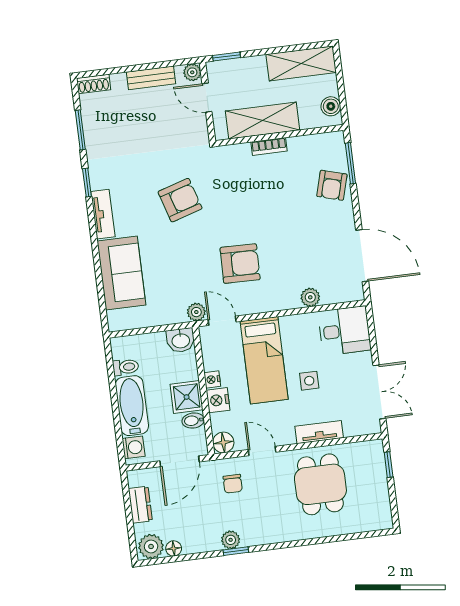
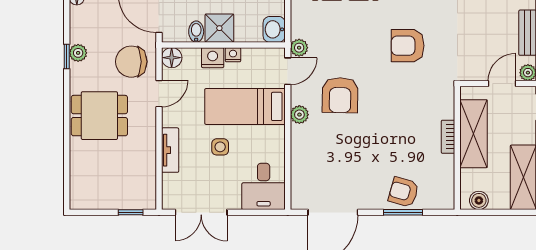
window: (350, 163) -> (403, 212), moved
armchair: (180, 200) -> (408, 46), turned 107
plant: (310, 297) -> (299, 115), moved
chair: (233, 484) -> (131, 62), width x1.87, depth x1.87
dining table: (320, 484) -> (99, 116), moved

